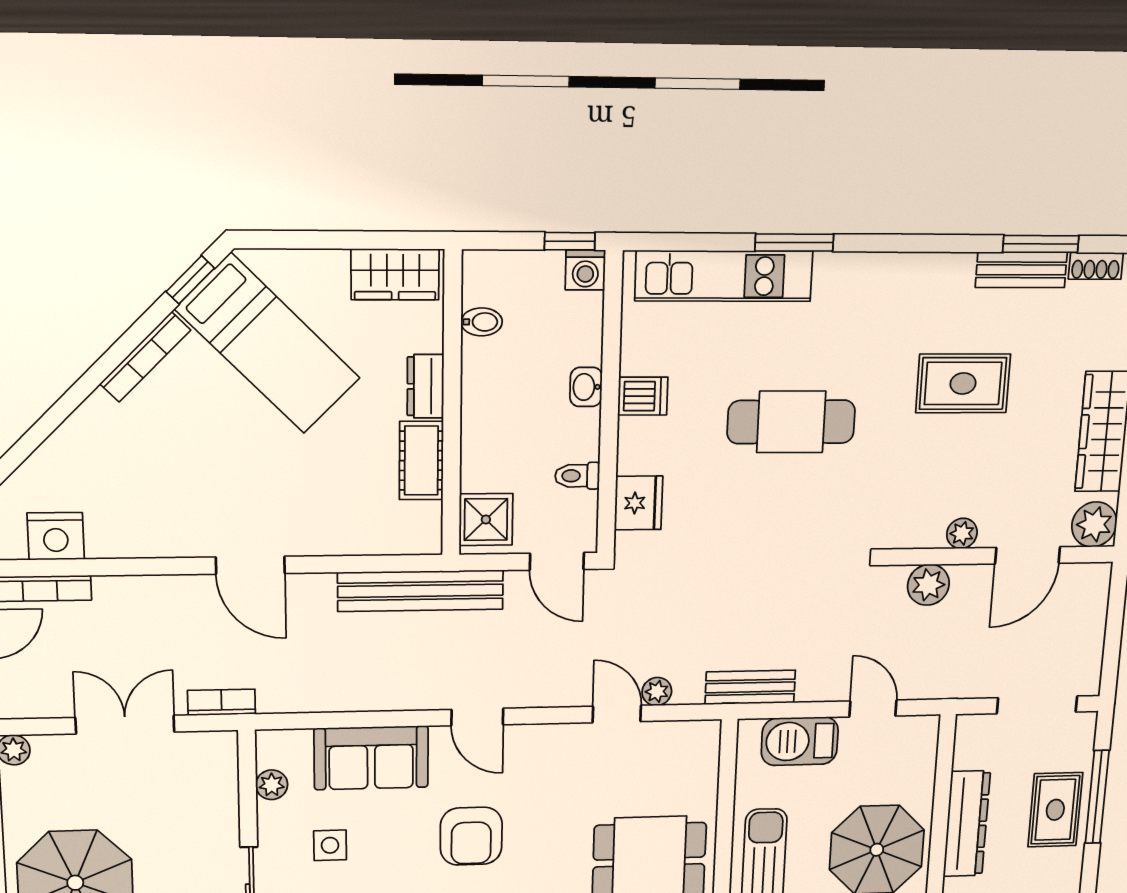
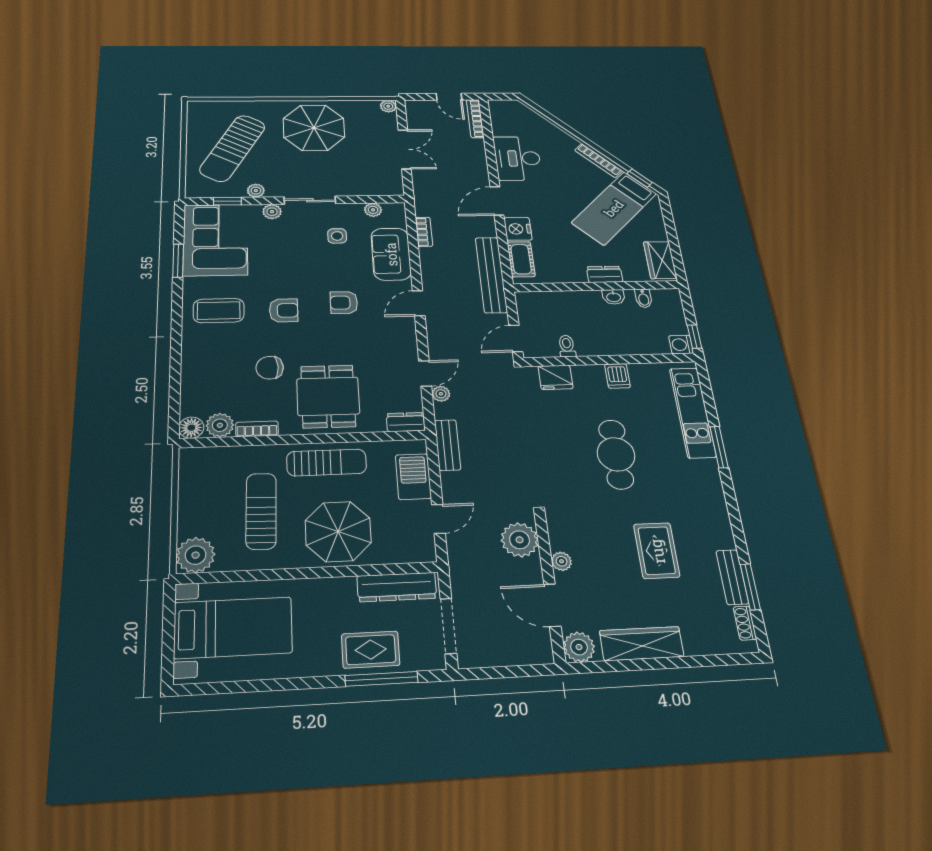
washbasin: (586, 387) -> (614, 297), moved, turned 180
cot: (421, 461) -> (521, 259), moved, turned 90
desk: (143, 516) -> (517, 158), added
shower: (486, 520) -> (536, 304), removed
nightstand: (56, 536) -> (518, 229), moved
plant: (928, 585) -> (520, 540), width x1.36, depth x1.36
bookcase: (221, 702) -> (424, 232), moved
dresser: (704, 748) -> (406, 422), added
dresser: (967, 824) -> (397, 587), moved
armchair: (471, 836) -> (344, 303), width x0.72, depth x0.72

